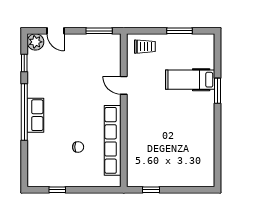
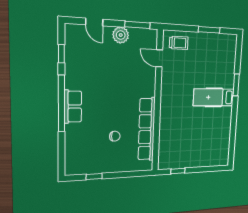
plant: (35, 42) -> (121, 35), moved
hospital bed: (190, 80) -> (214, 97), moved
door: (124, 85) -> (159, 58), moved

